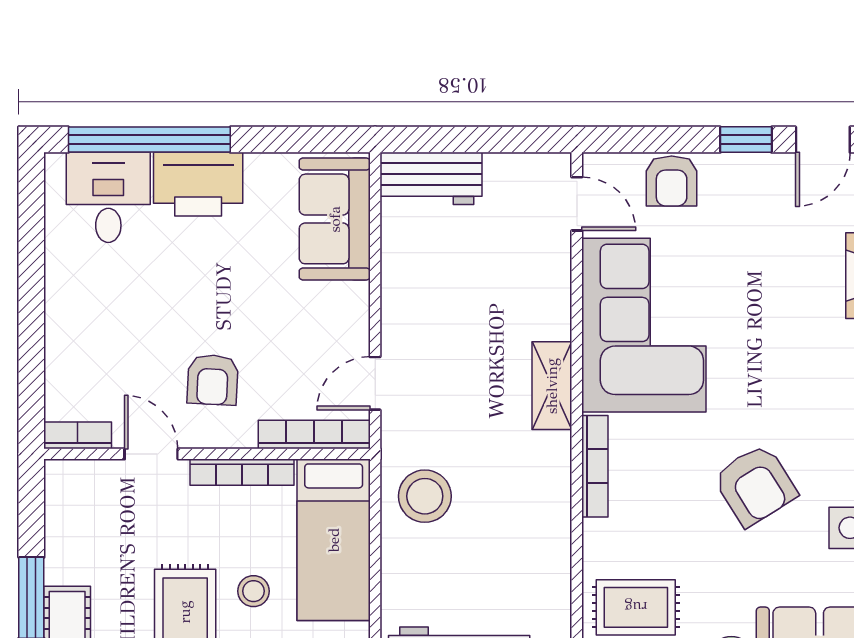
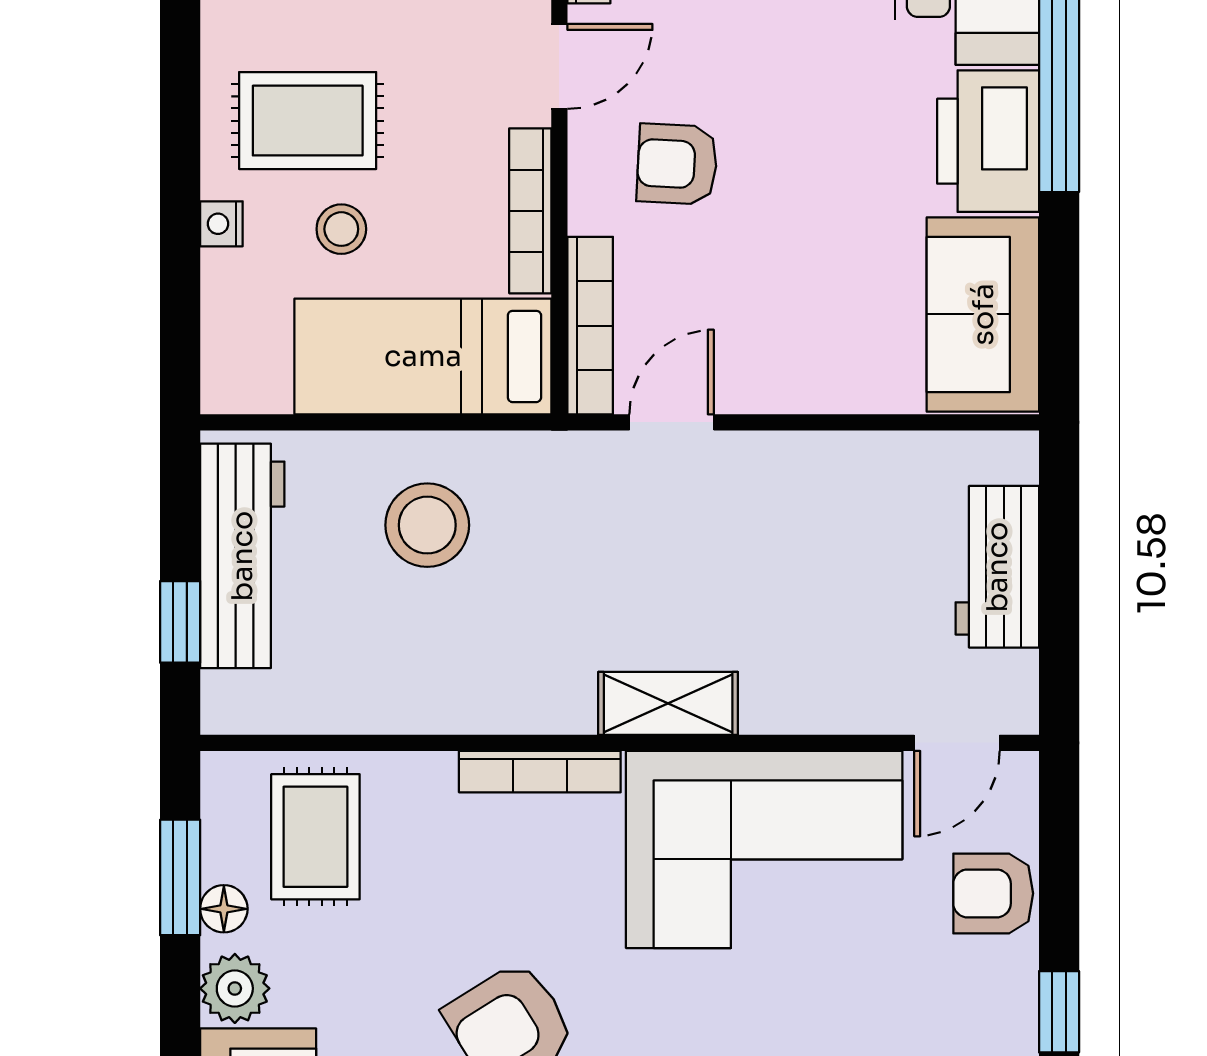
workbench: (431, 178) -> (997, 567), moved
sofa: (335, 219) -> (983, 314), moved, turned -90
door: (375, 383) -> (672, 422), hinge flipped
stool: (425, 496) -> (427, 525), moved

